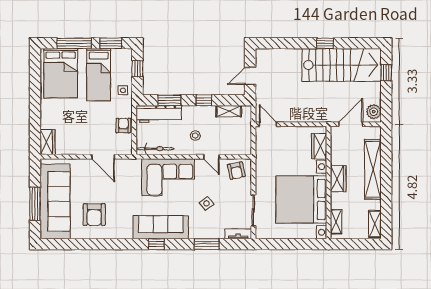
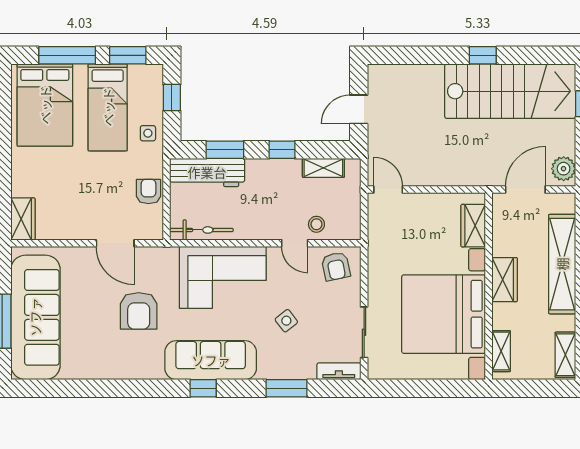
stool: (195, 136) -> (316, 224), moved
armchair: (94, 215) -> (139, 311), moved

